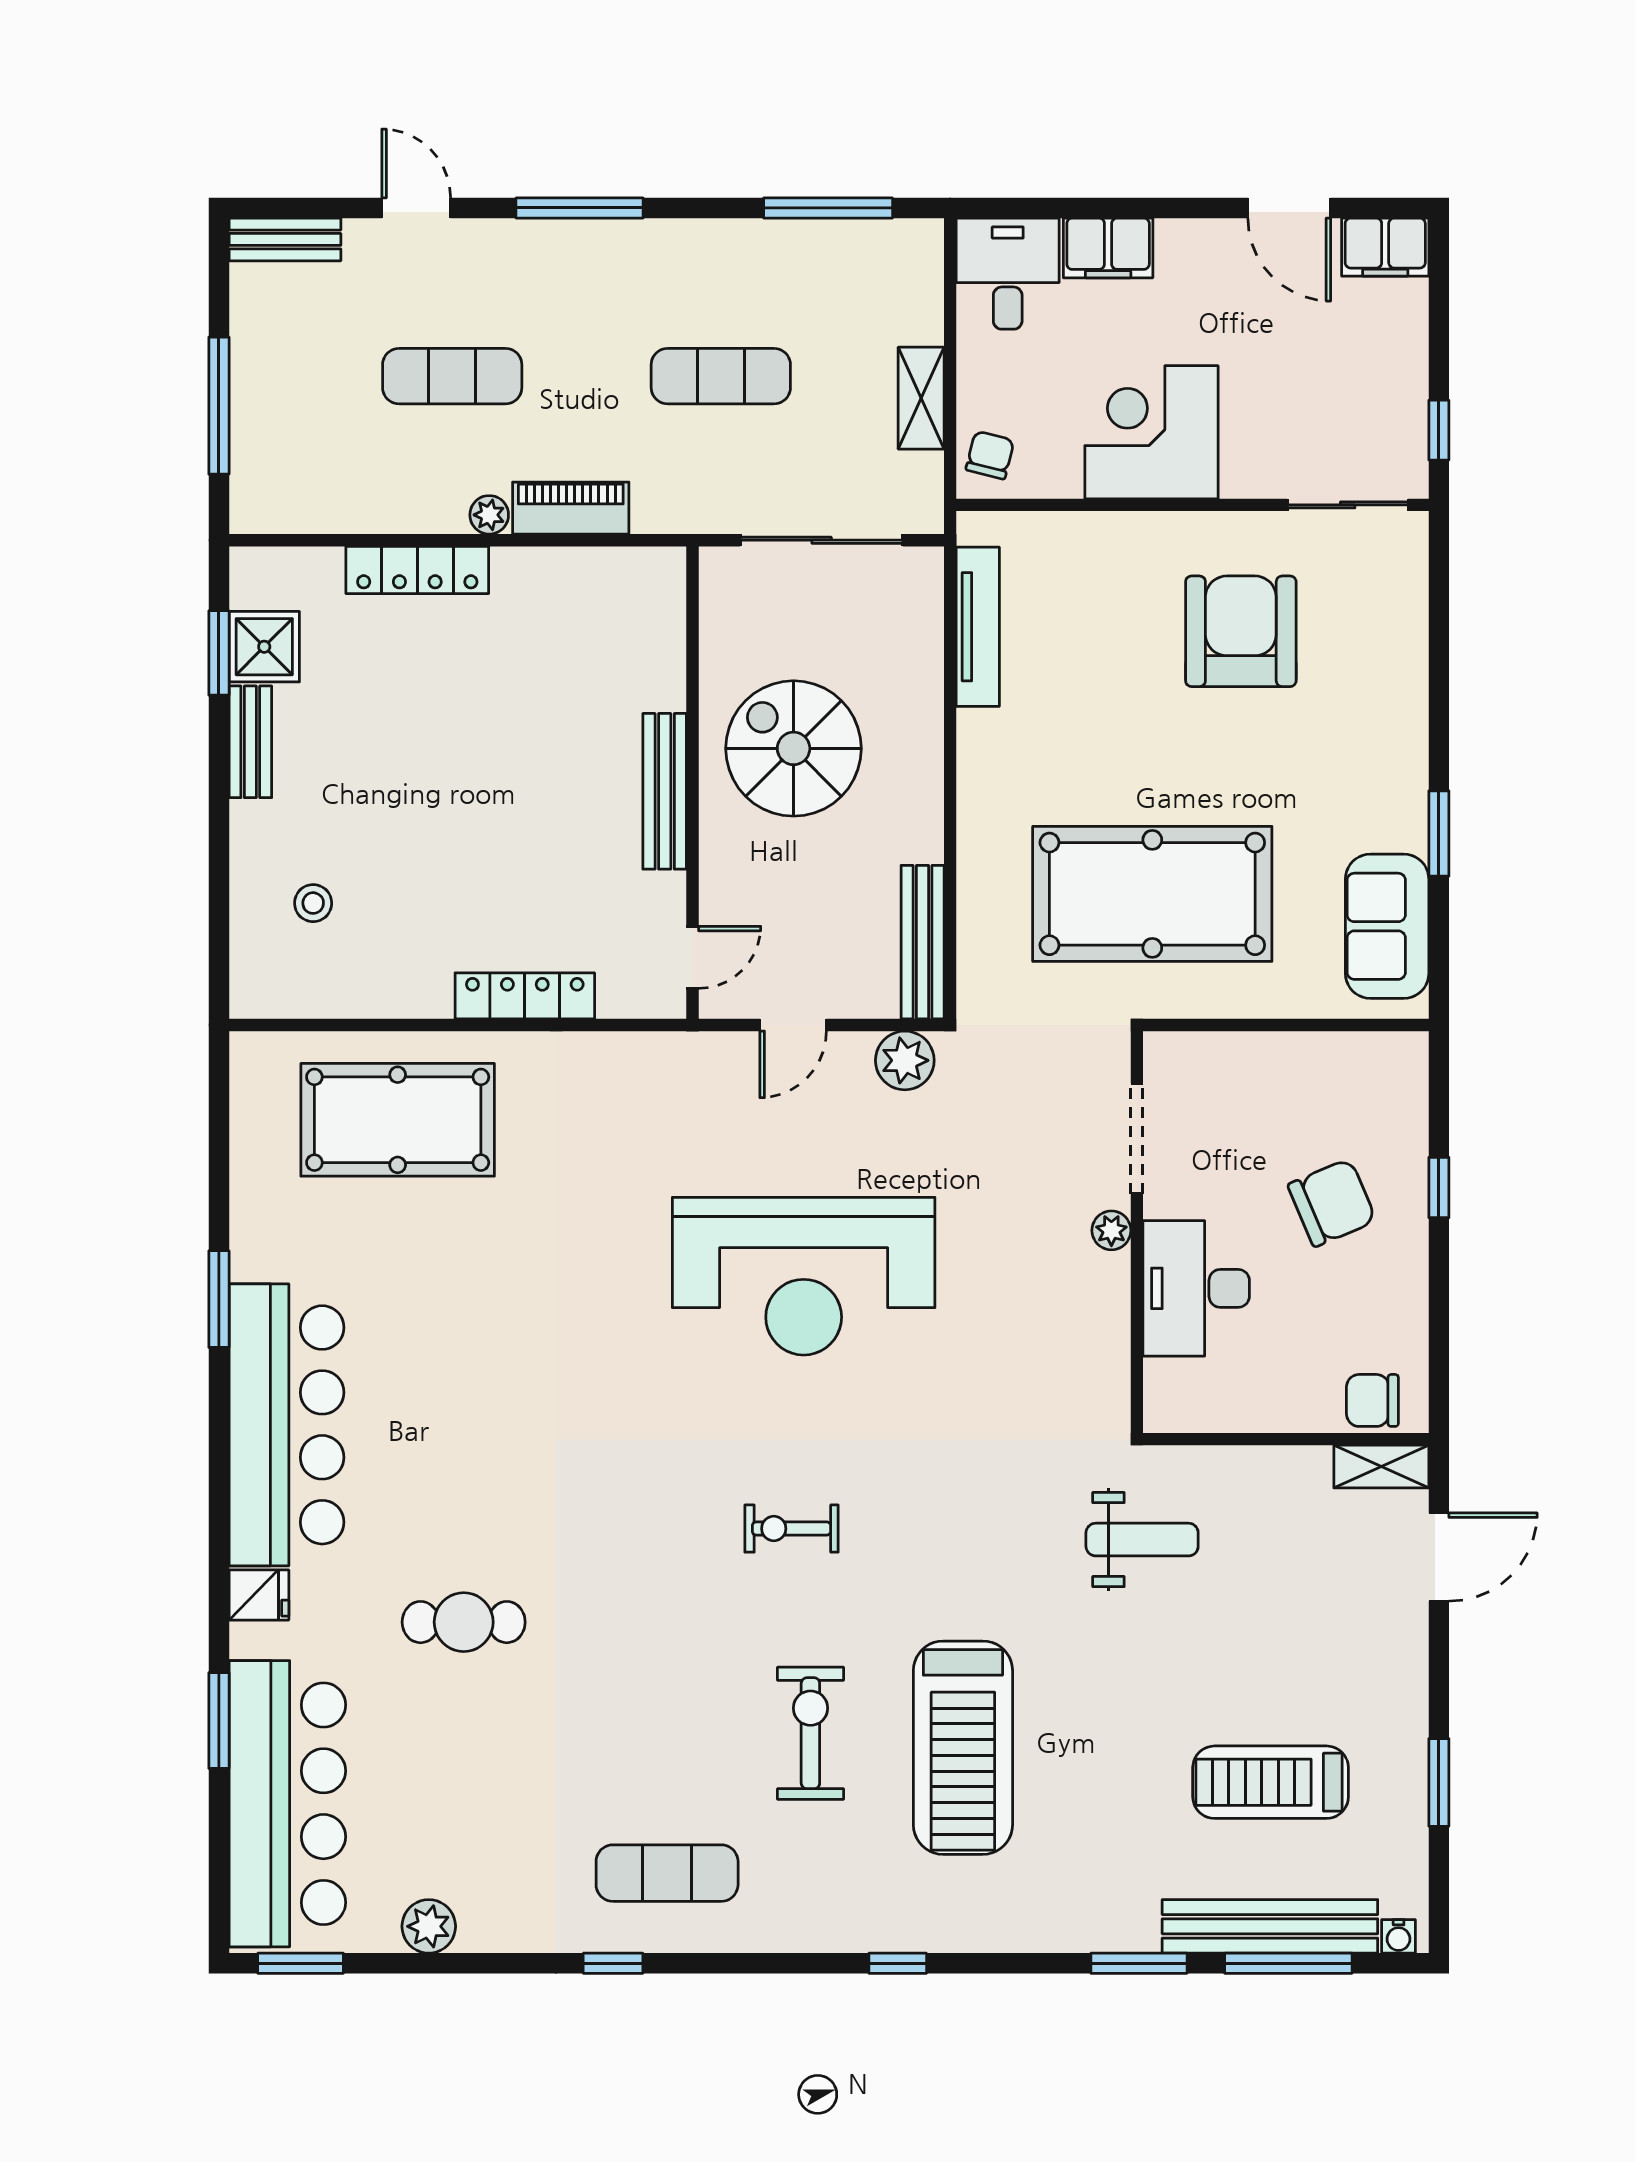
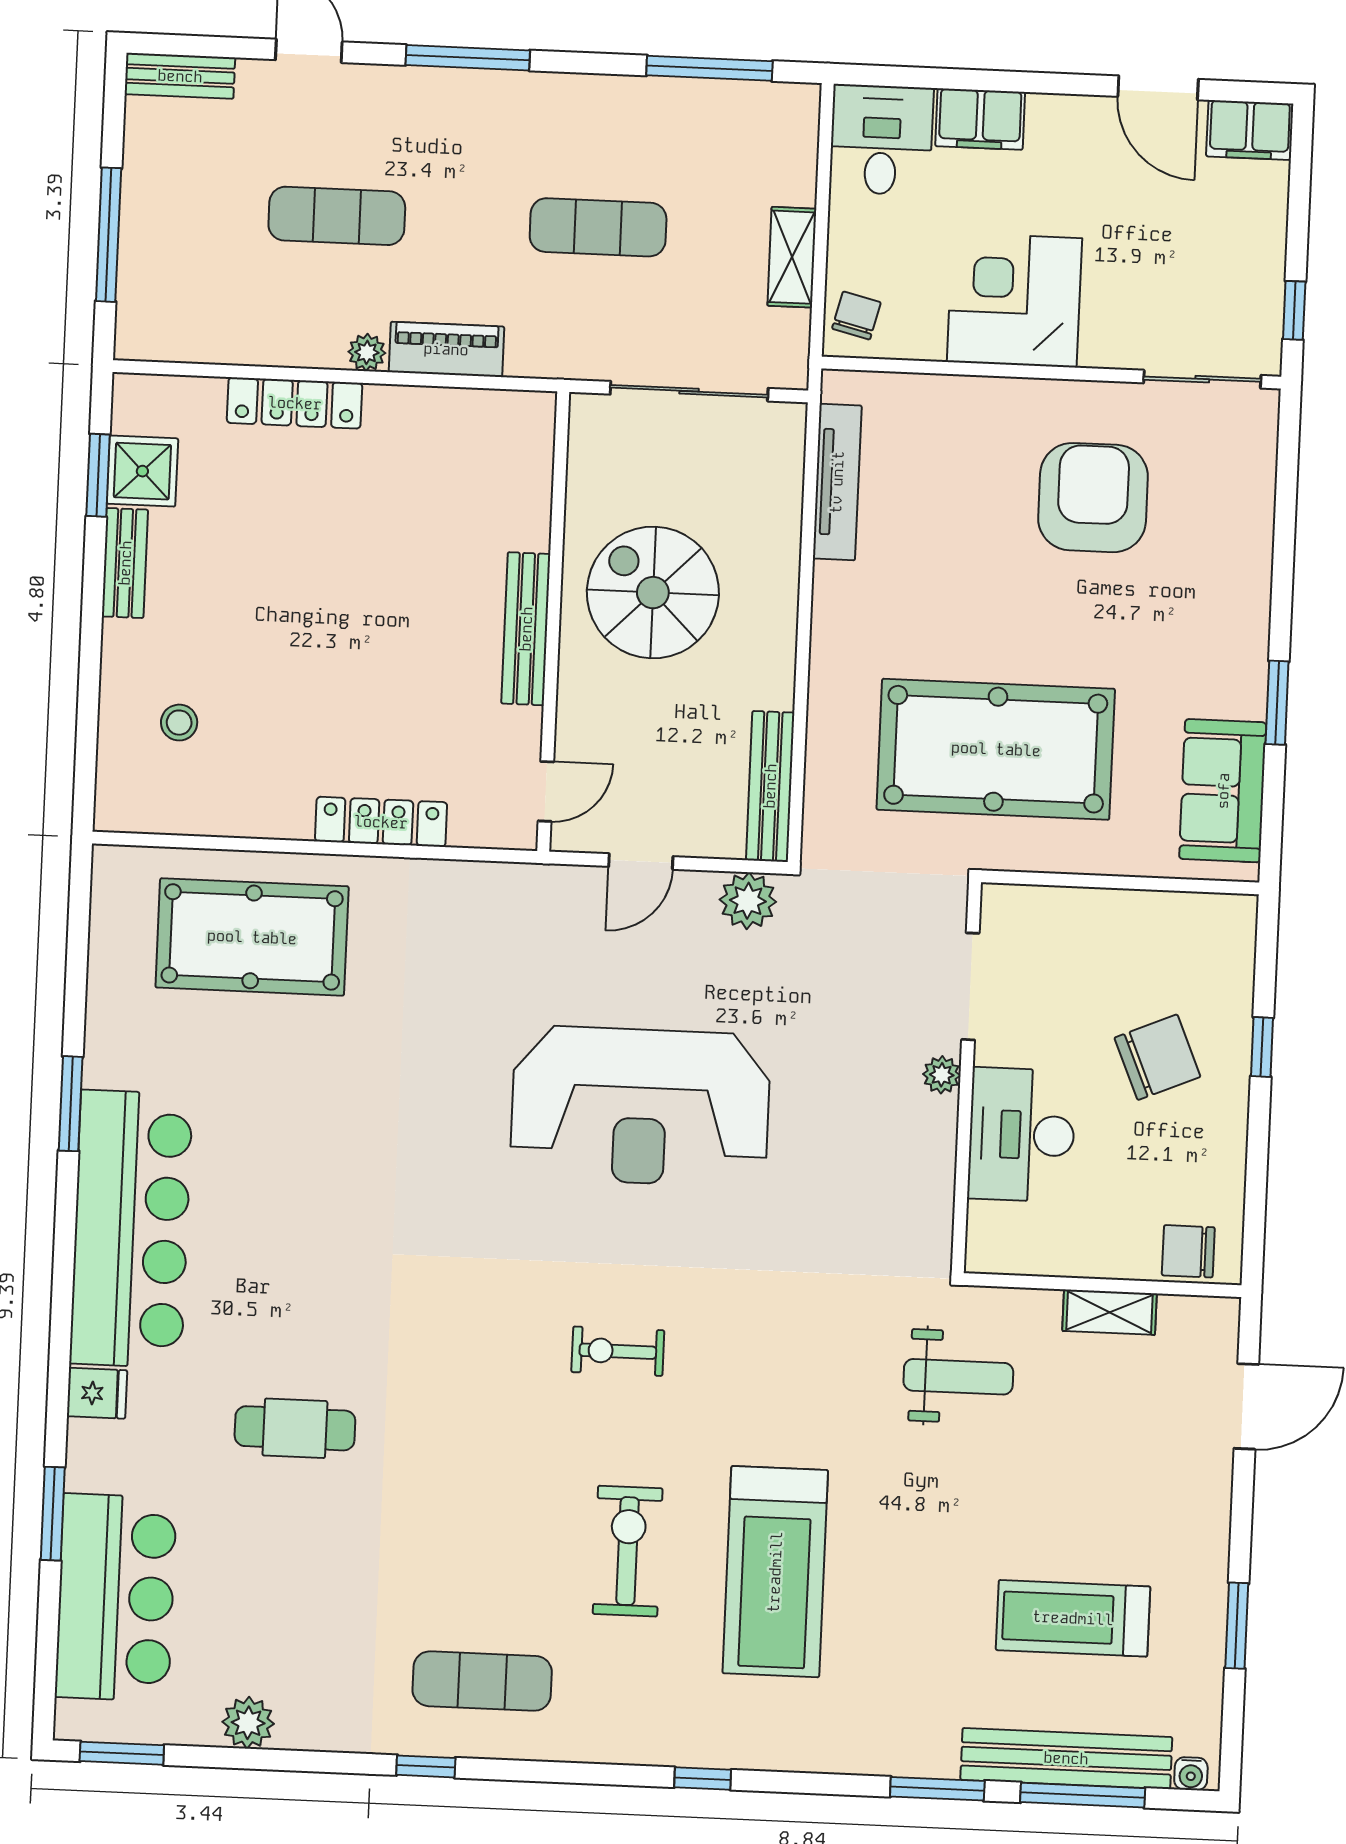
shelving: (1381, 1467) -> (1110, 1312), moved
bar counter: (287, 1804) -> (116, 1597), width x0.73

